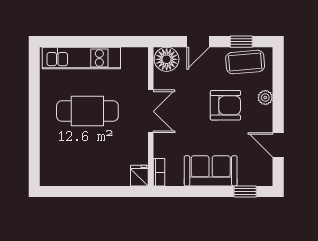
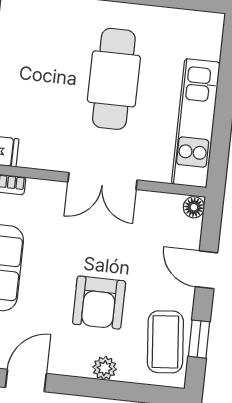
kitchen unit: (81, 58) -> (196, 123), moved
floor lamp: (167, 59) -> (194, 207), width x0.53, depth x0.53

